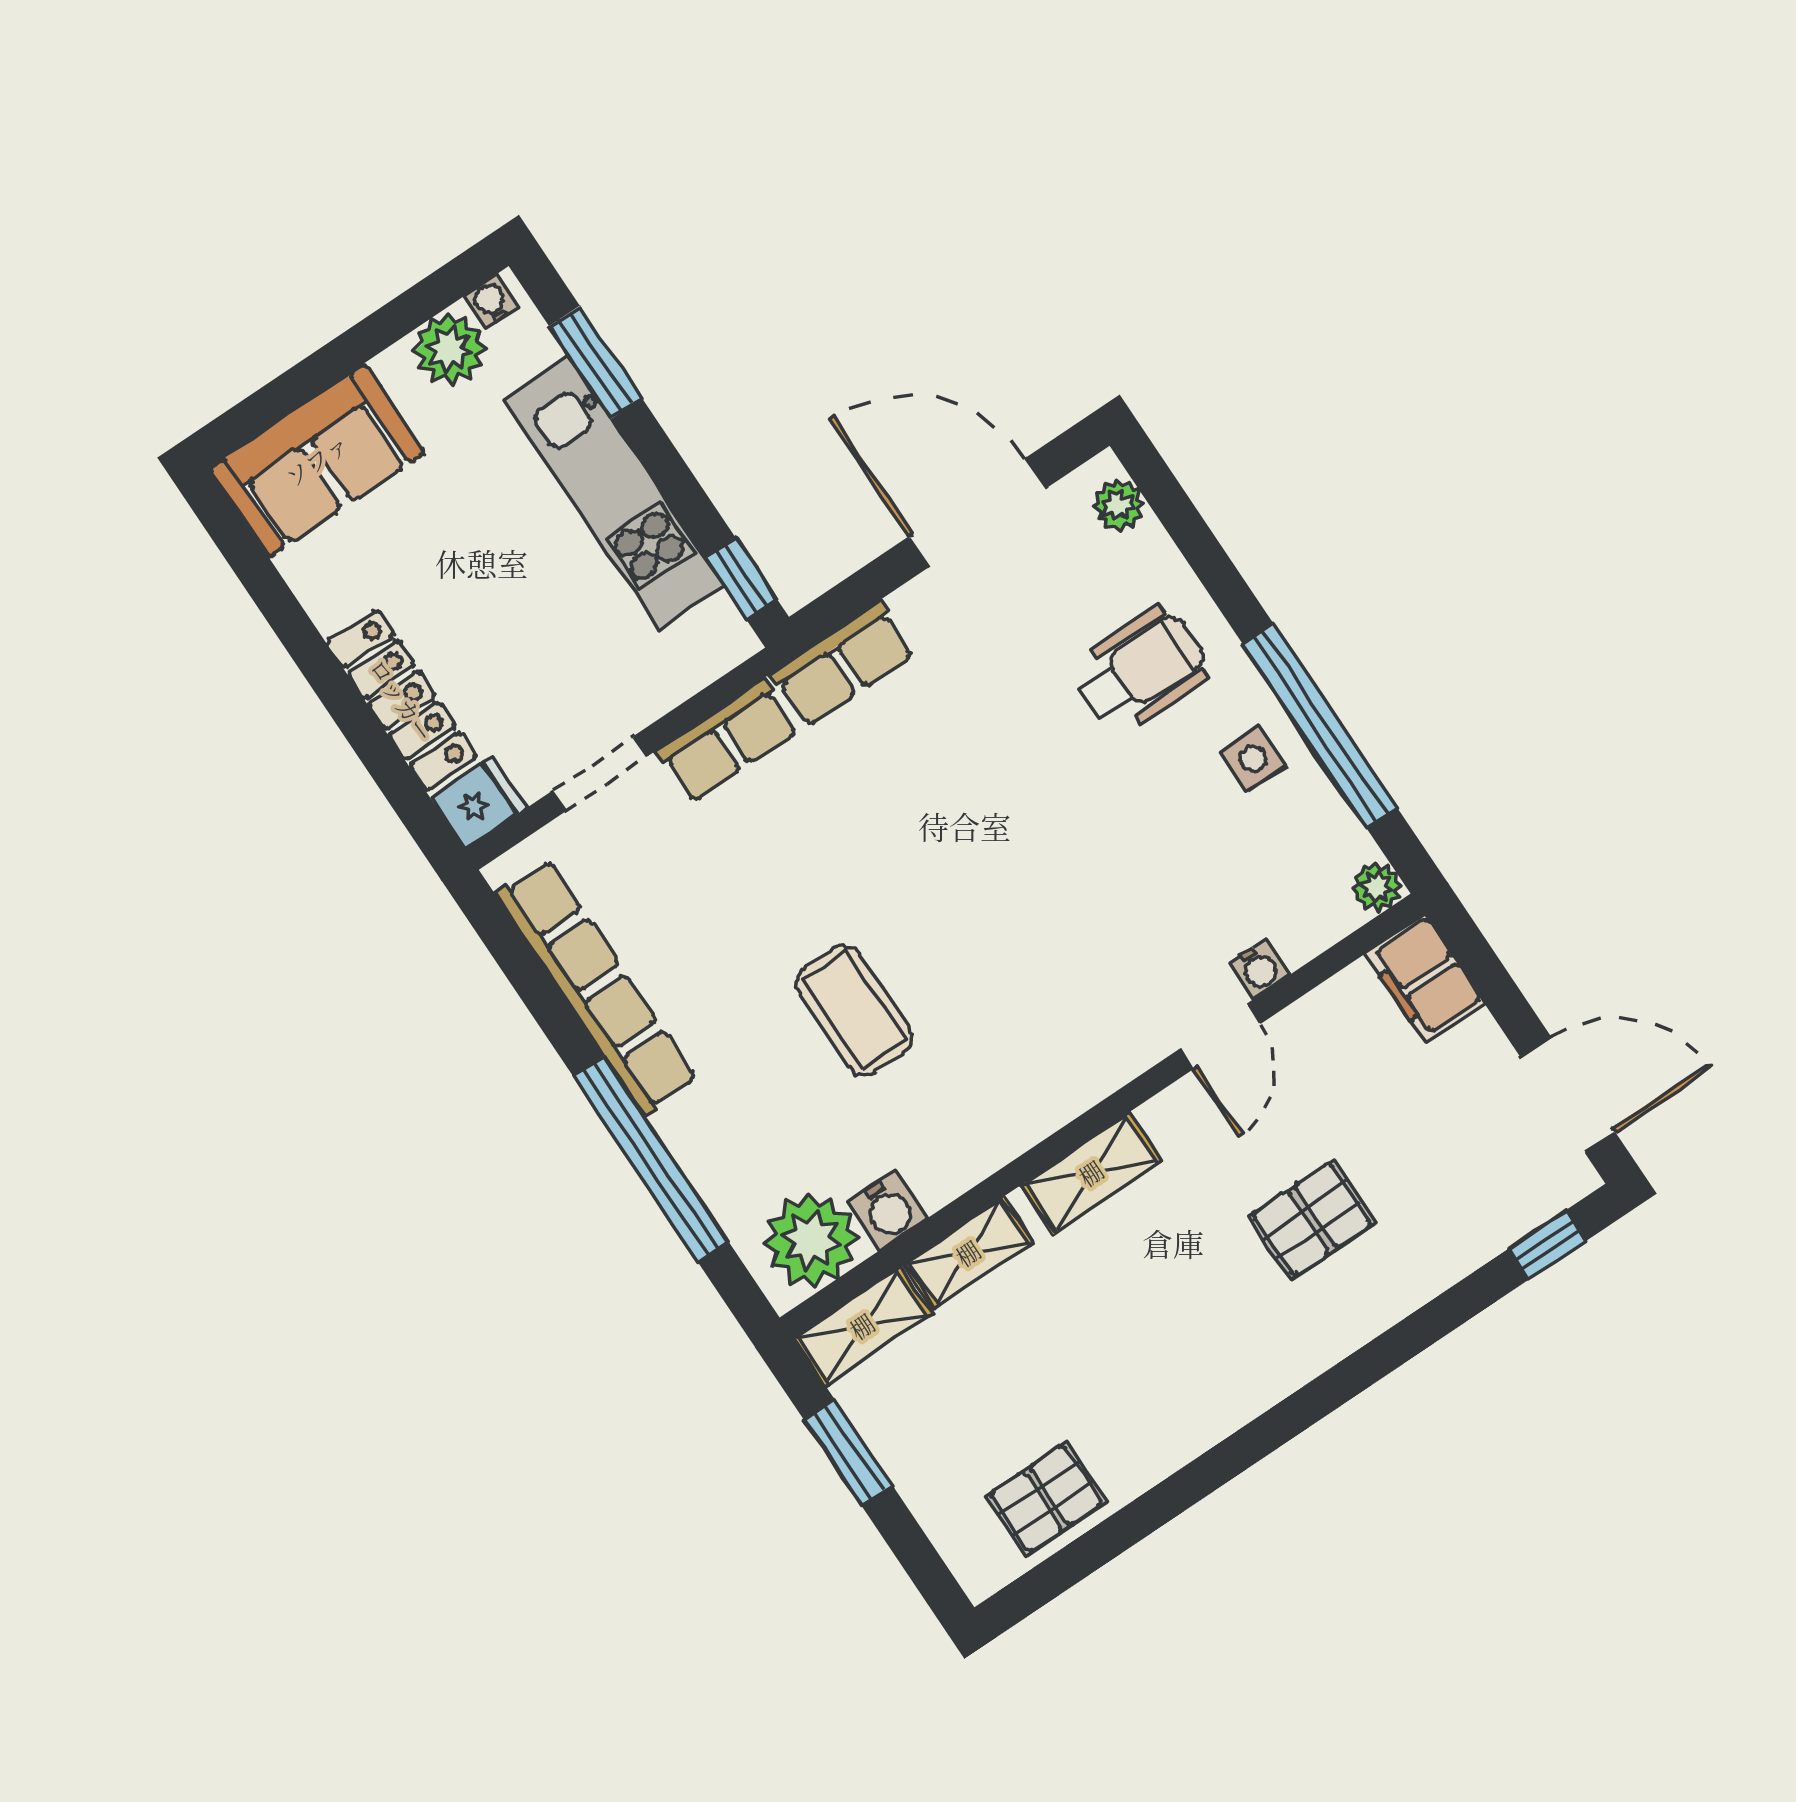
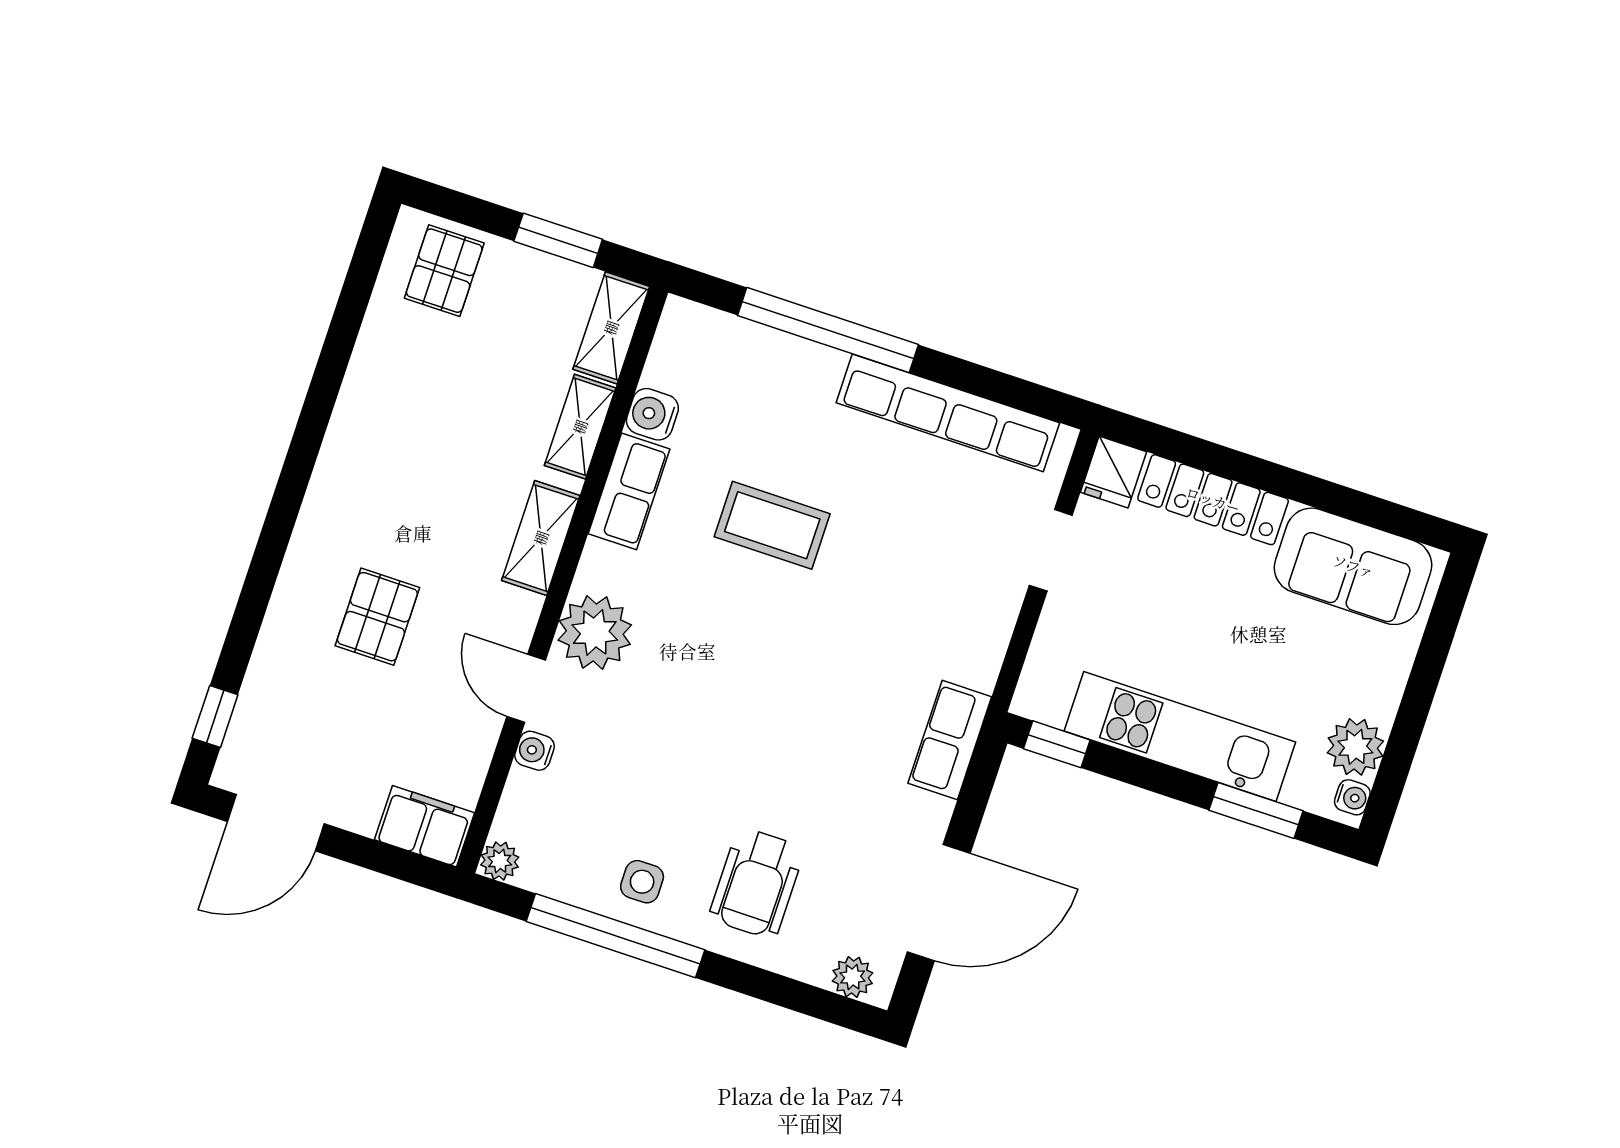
sofa: (317, 460) -> (1353, 566), moved, turned -90
row of seats: (727, 741) -> (629, 491), moved, turned 180
plant: (811, 1240) -> (595, 633), moved
pallet: (1046, 1499) -> (444, 271), moved

